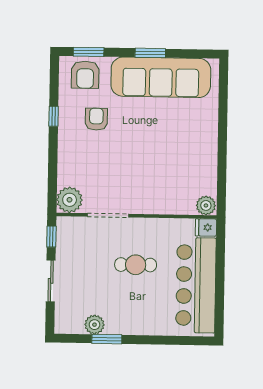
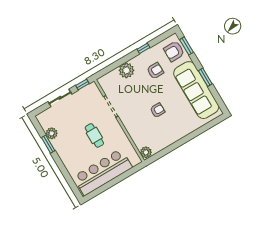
armchair: (155, 151) -> (157, 110), added
plant: (70, 200) -> (126, 70), moved
fridge: (206, 227) -> (135, 159), removed

